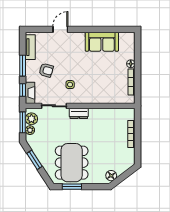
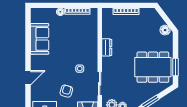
door: (60, 29) -> (28, 78), swing flipped
dresser: (79, 113) -> (107, 47), moved

